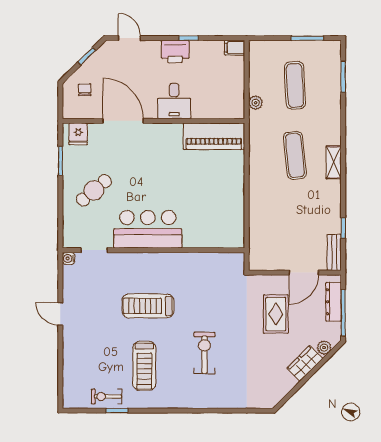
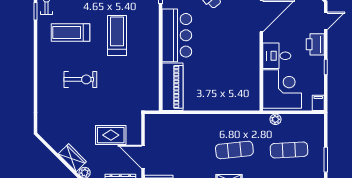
printer: (175, 52) -> (315, 44), moved
corner desk: (217, 94) -> (282, 89), added
piano: (214, 136) -> (172, 87), moved, turned 180

